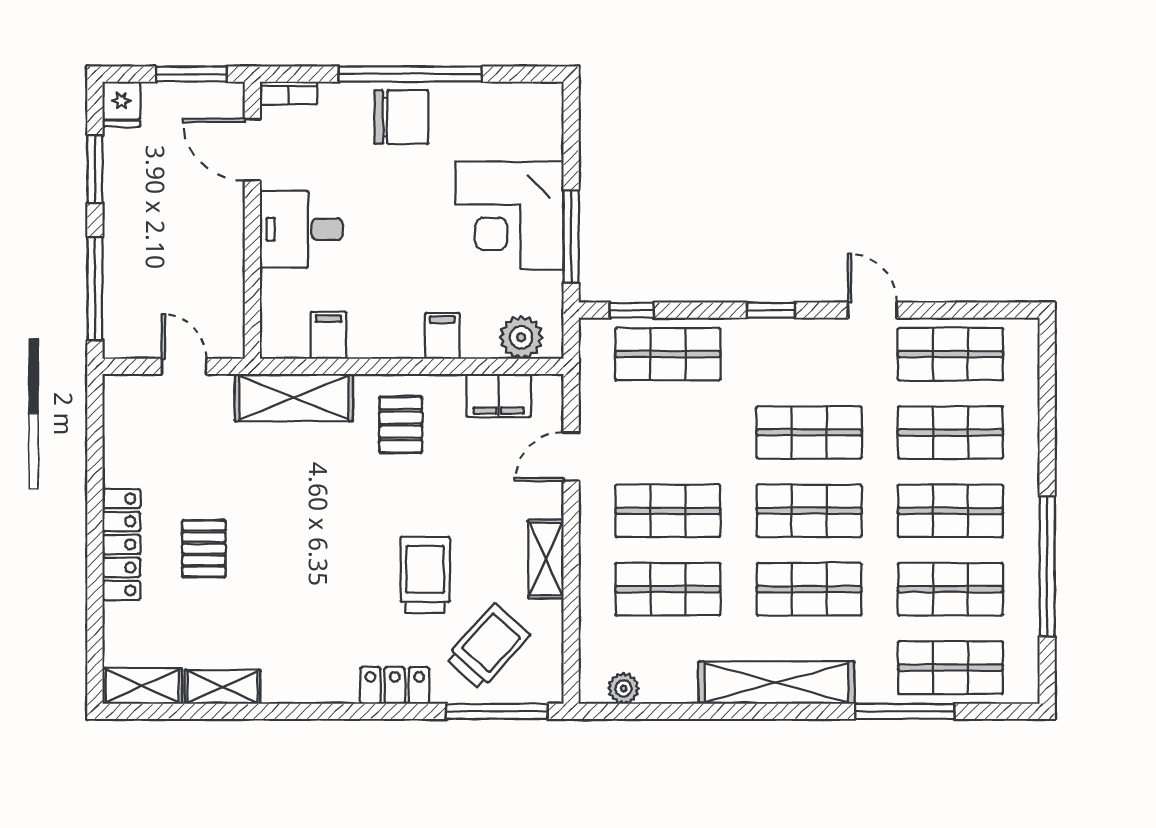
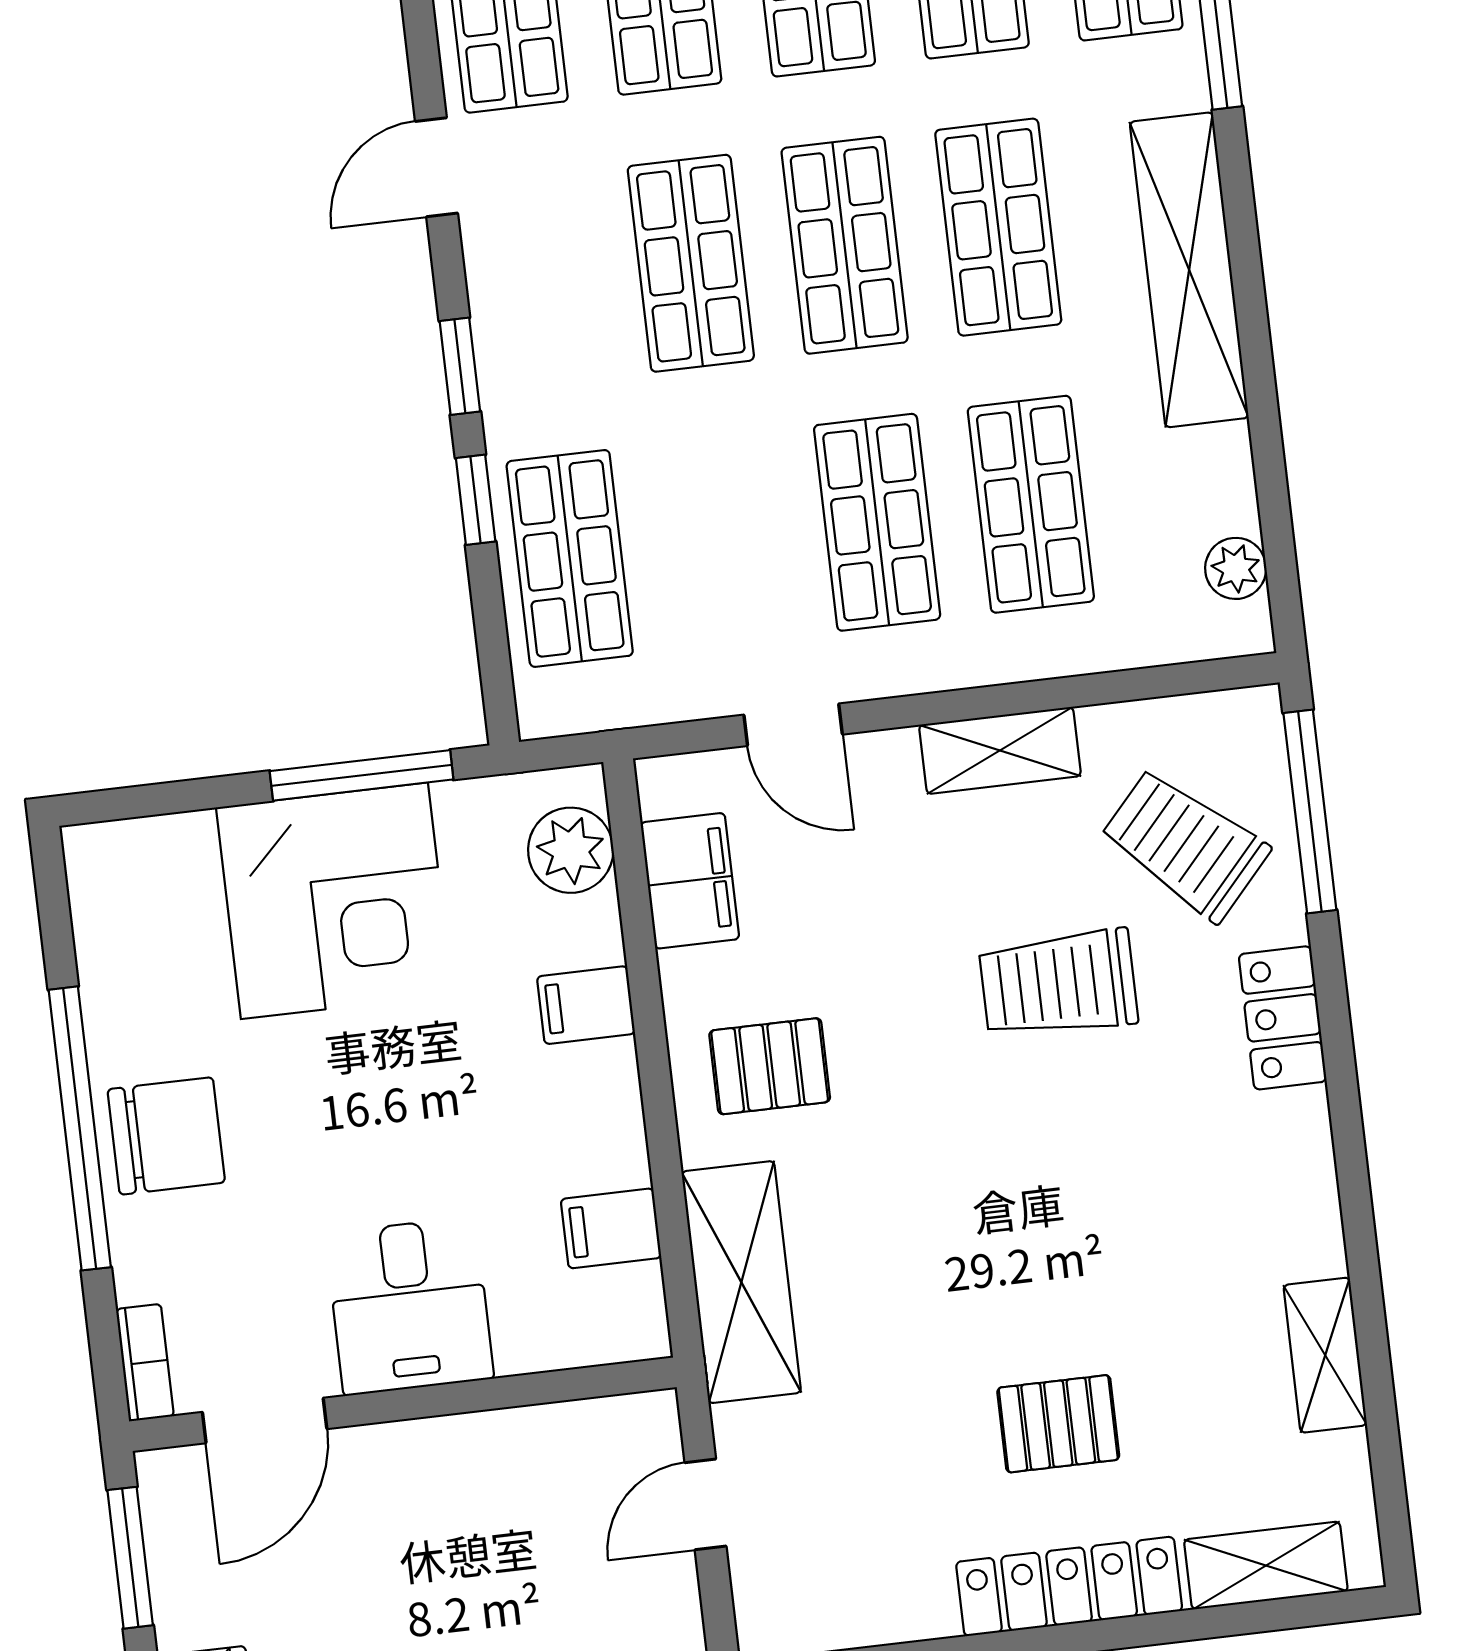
chair: (401, 117) -> (166, 1136), turned 90
window: (632, 310) -> (476, 500), moved
shelving: (142, 686) -> (1266, 1566), moved, turned 90

